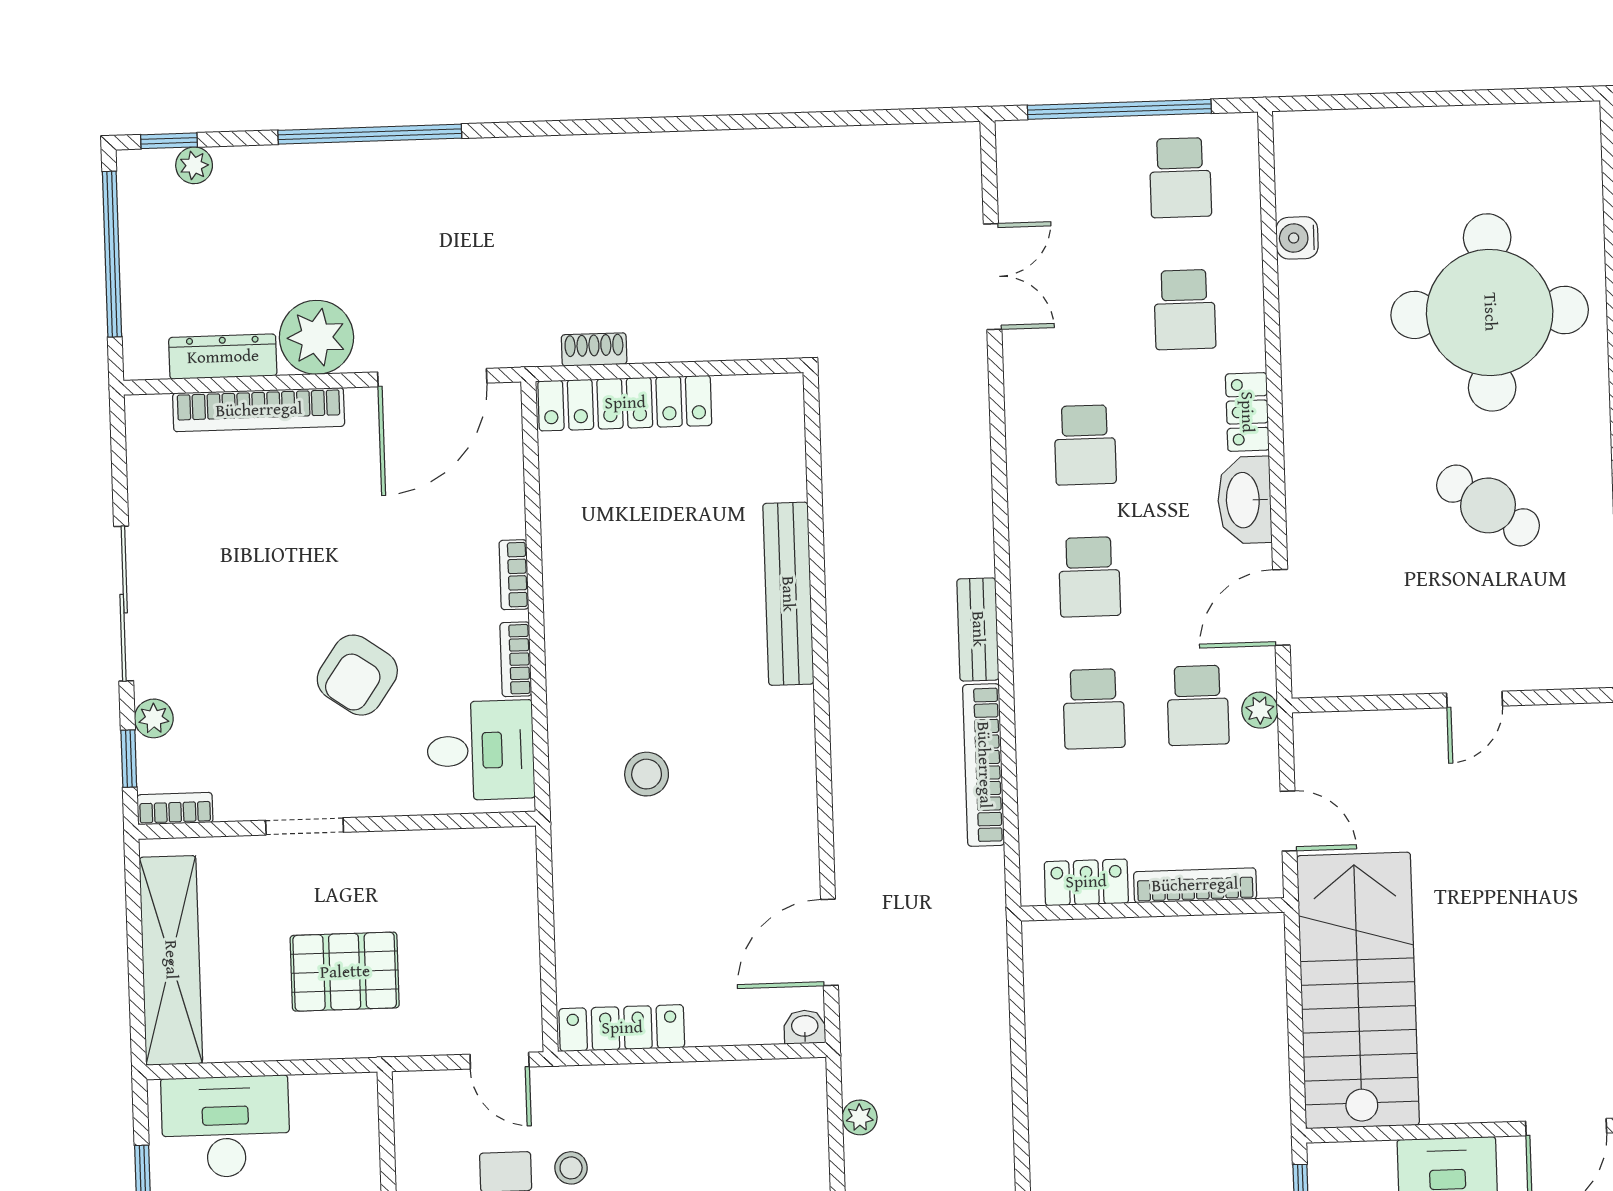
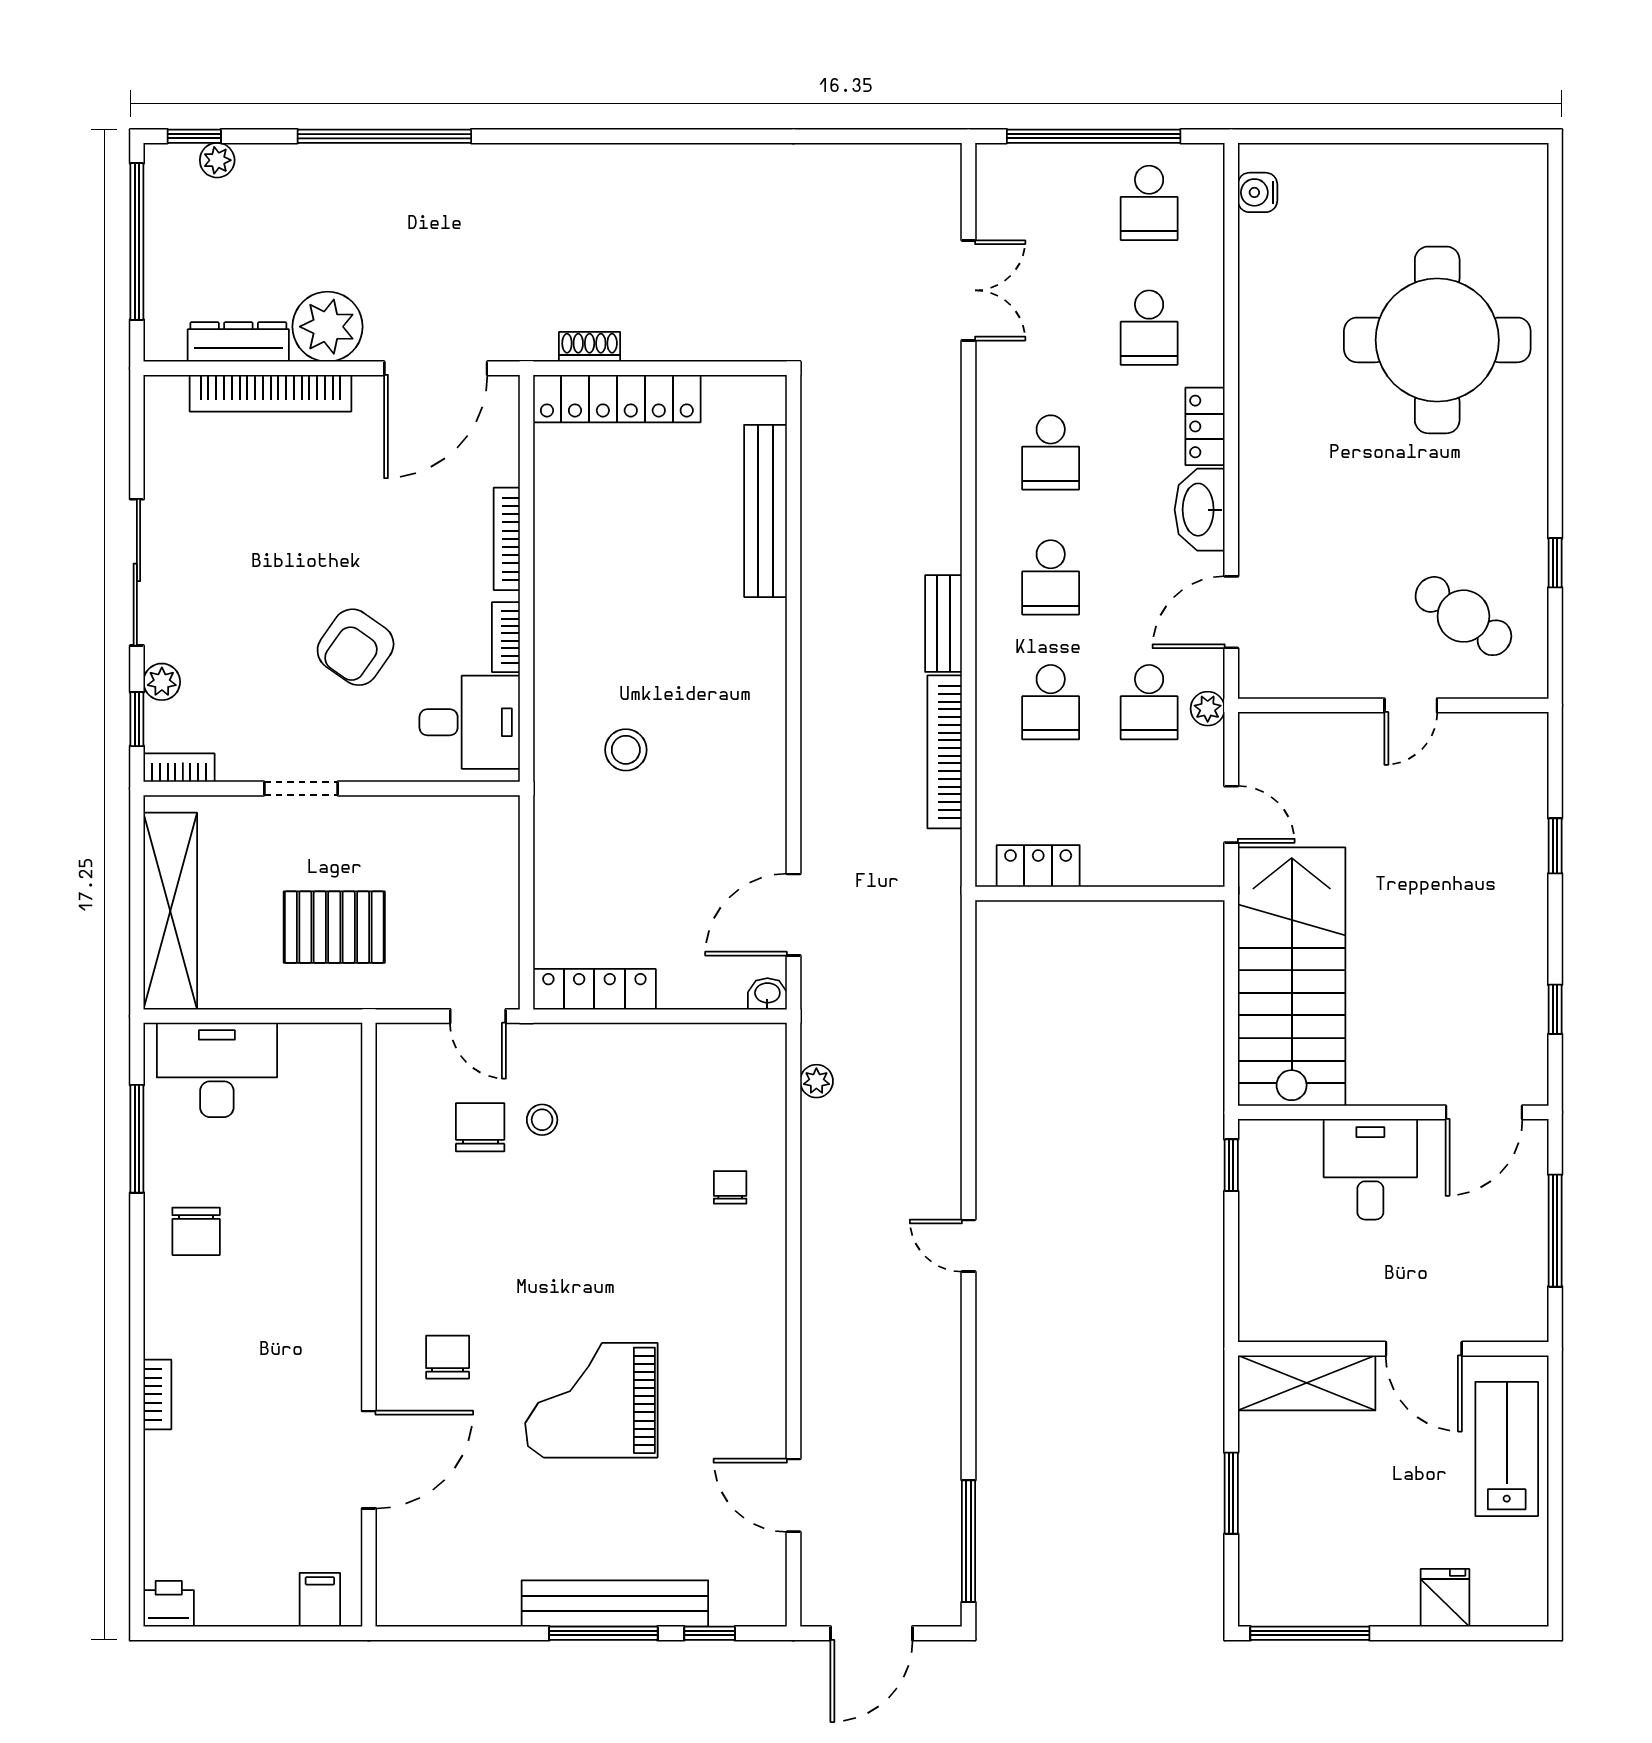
water cooler: (1297, 238) -> (1258, 192), moved
cafe table: (1488, 505) -> (1463, 616), moved
bookcase: (514, 575) -> (507, 539), width x1.56
bench: (788, 594) -> (765, 511), moved
bookcase: (1195, 885) -> (1141, 872), removed

